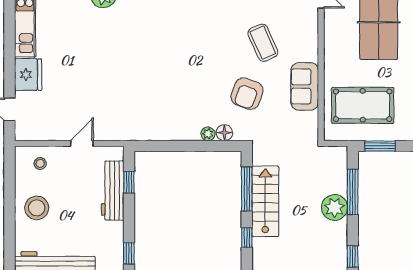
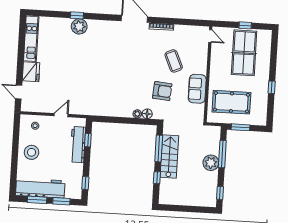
armchair: (247, 94) -> (162, 91), turned -105

